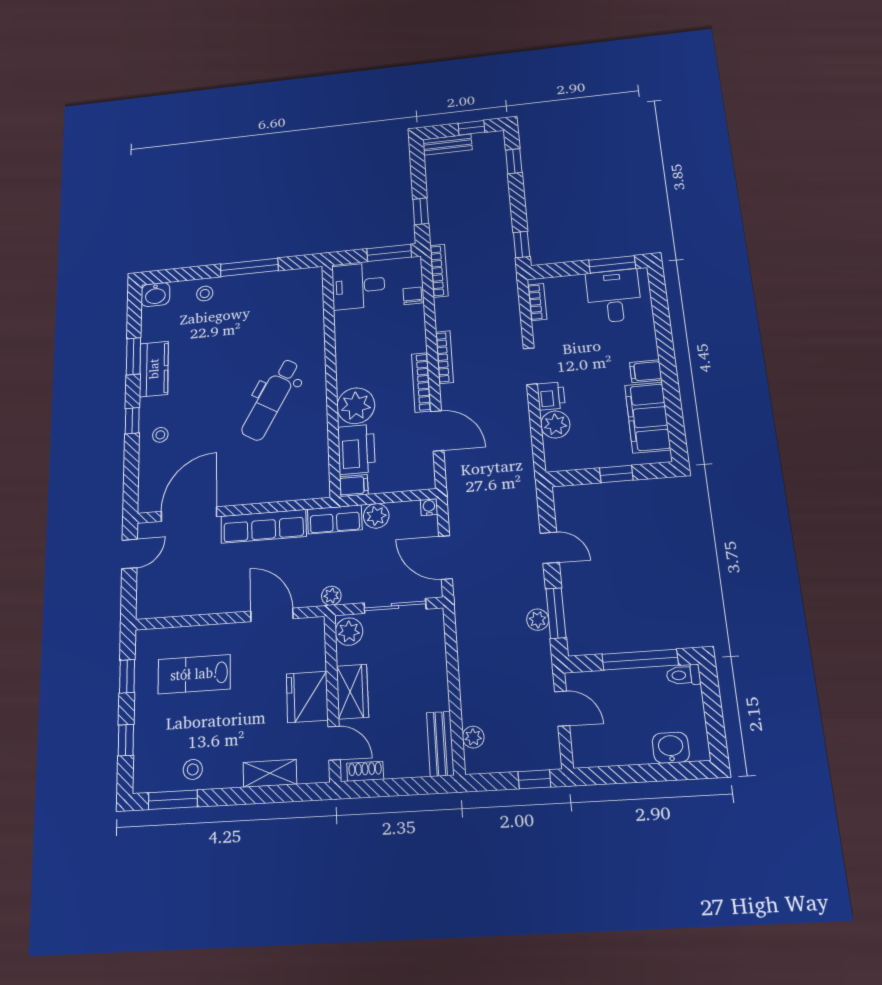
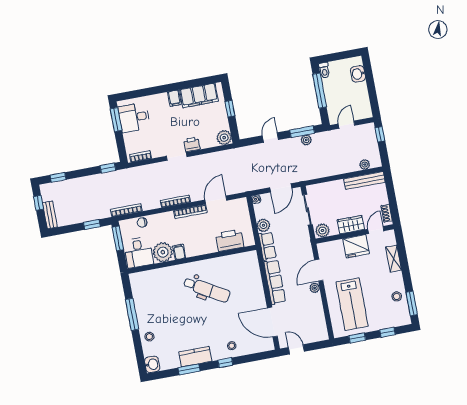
plant: (356, 406) -> (163, 252), moved
plant: (555, 424) -> (224, 138), moved
filing cabinet: (354, 486) -> (179, 252), moved
plant: (331, 596) -> (315, 288), moved
lab bench: (194, 674) -> (352, 304), width x1.36, depth x1.39
bench: (440, 744) -> (364, 180), width x1.36

